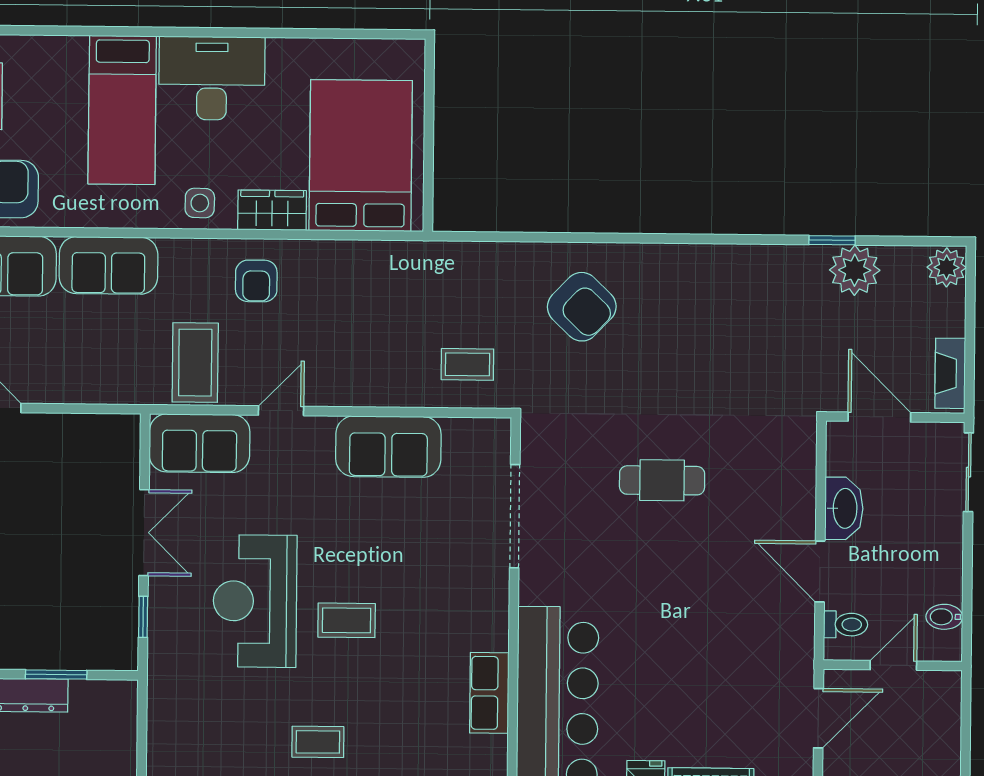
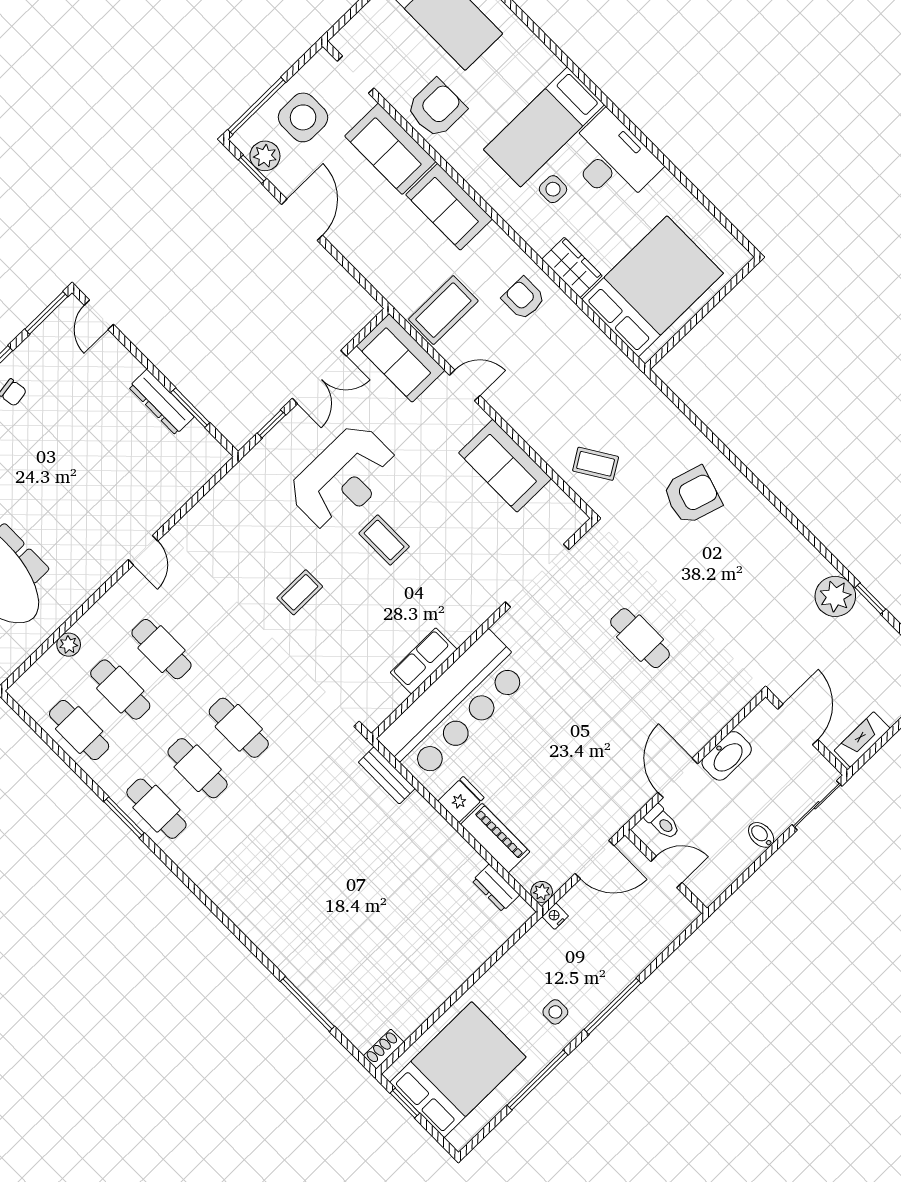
side table: (200, 203) -> (553, 189), moved
plant: (855, 270) -> (835, 596), moved
armchair: (256, 281) -> (523, 298), turned 90
armchair: (582, 307) -> (692, 495), turned -117
coffee table: (467, 364) -> (596, 464), turned -32
reception desk: (255, 601) -> (343, 478), turned 180
bidet: (944, 617) -> (761, 835), moved
coffee table: (318, 742) -> (300, 592), turned 90

